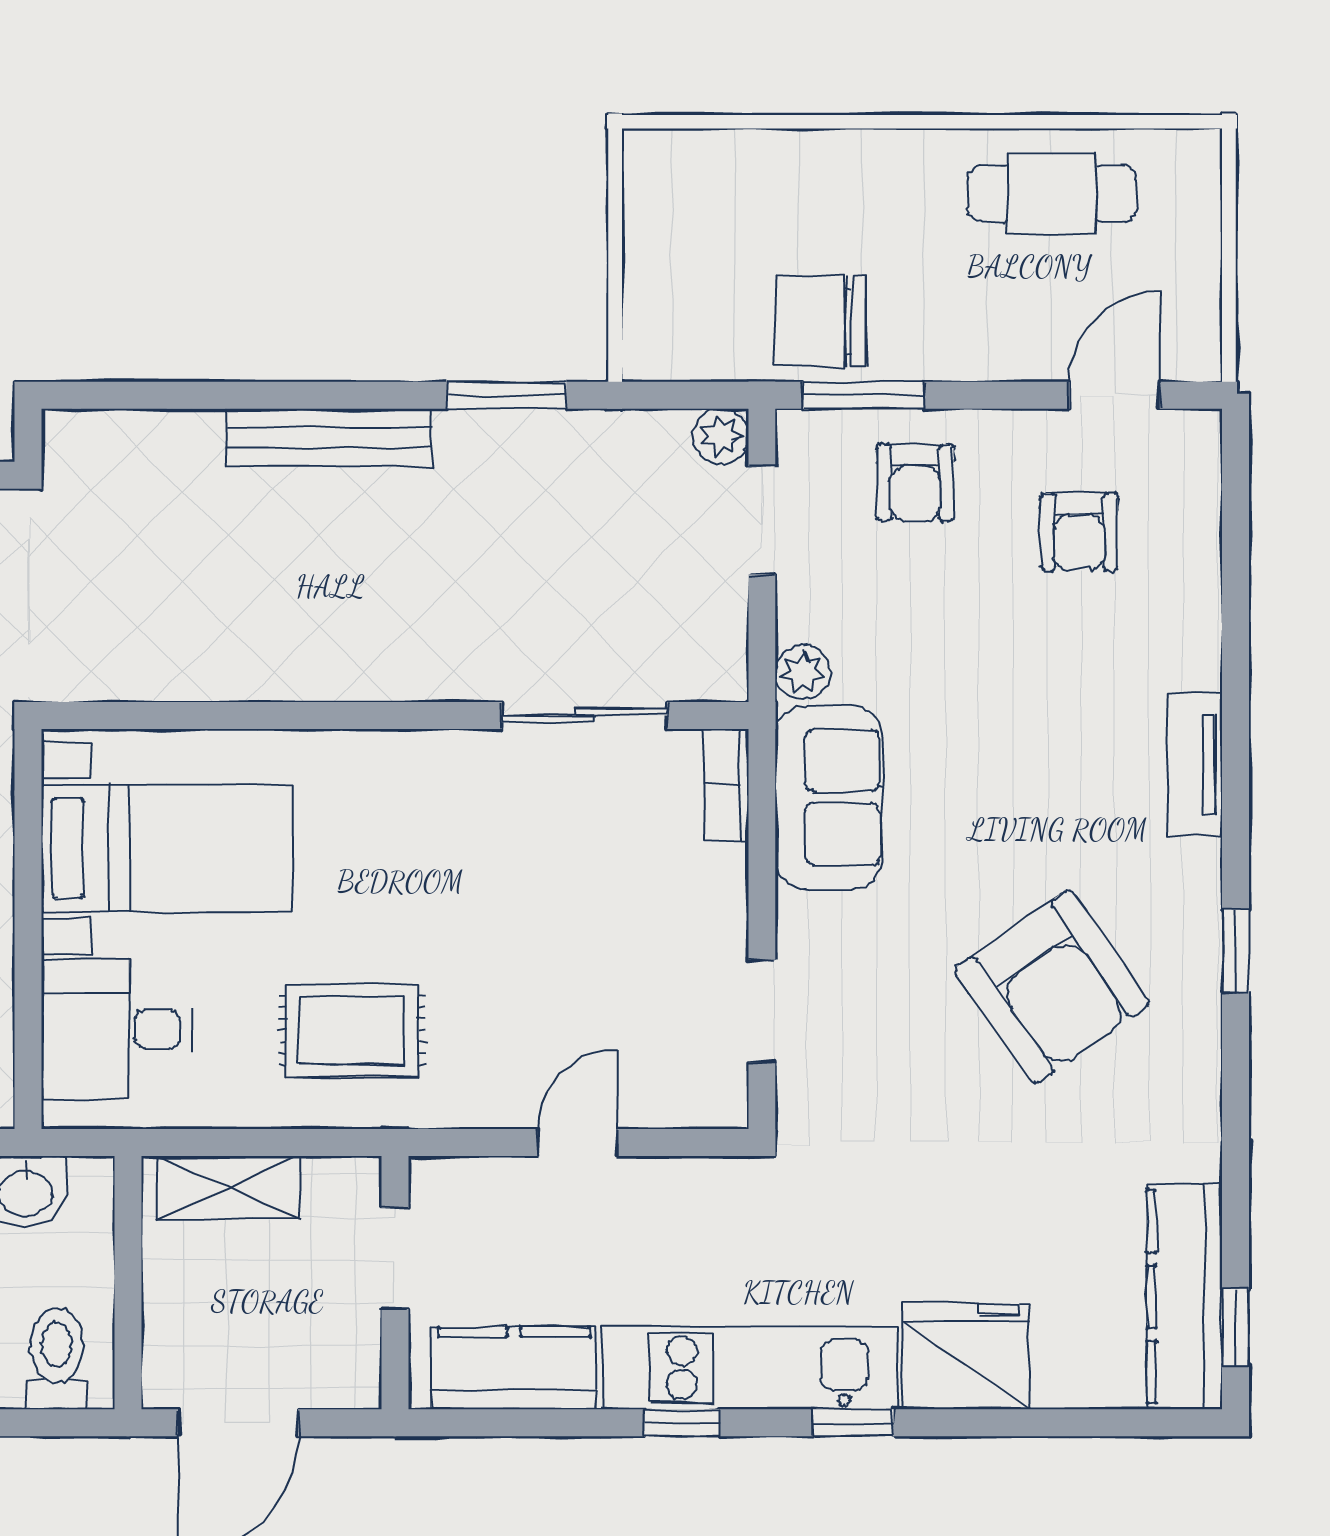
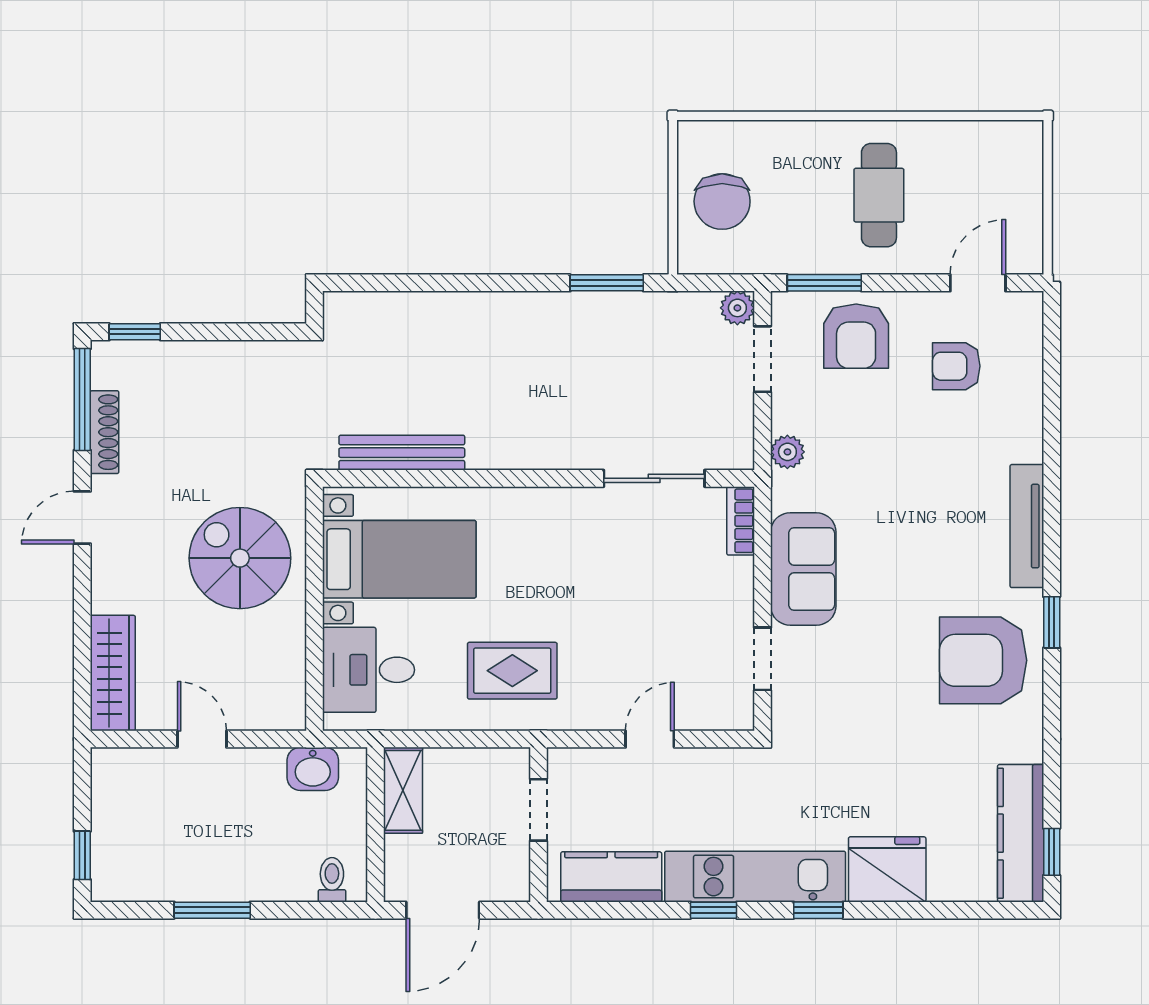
cafe table: (1052, 194) -> (879, 195), moved, turned 90
chair: (821, 321) -> (722, 201), moved, turned -90
bench: (329, 437) -> (402, 453), moved
armchair: (915, 483) -> (856, 336), width x1.38, depth x1.38
armchair: (1079, 532) -> (956, 366), turned 90
tv unit: (1195, 764) -> (1027, 526), width x1.41
sofa: (829, 797) -> (803, 569), moved
armchair: (1052, 987) -> (983, 660), moved, turned 125
shelving: (228, 1188) -> (403, 790), moved, turned 90
toilet: (57, 1359) -> (332, 880), width x0.73, depth x0.72

